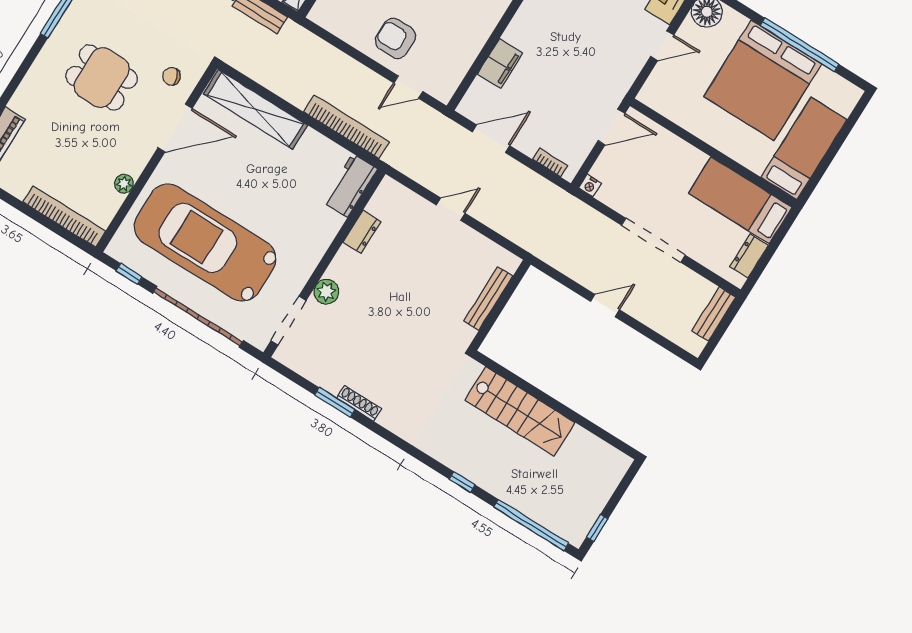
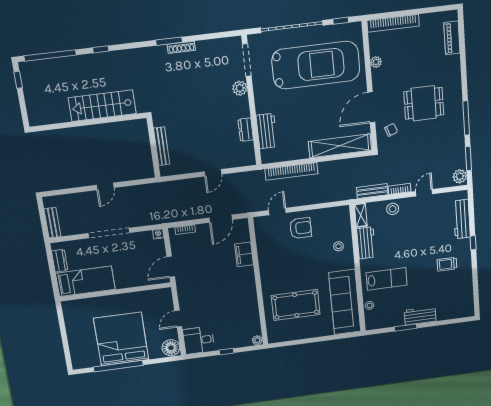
bed: (804, 148) -> (77, 325), removed
workbench: (350, 185) -> (267, 131), moved
window: (335, 402) -> (169, 41), moved

